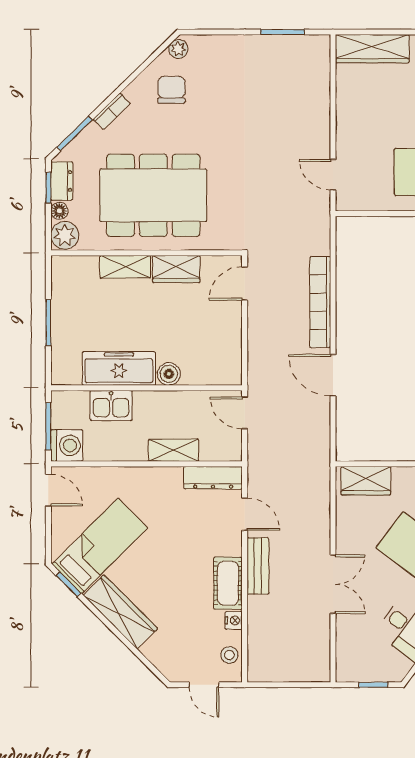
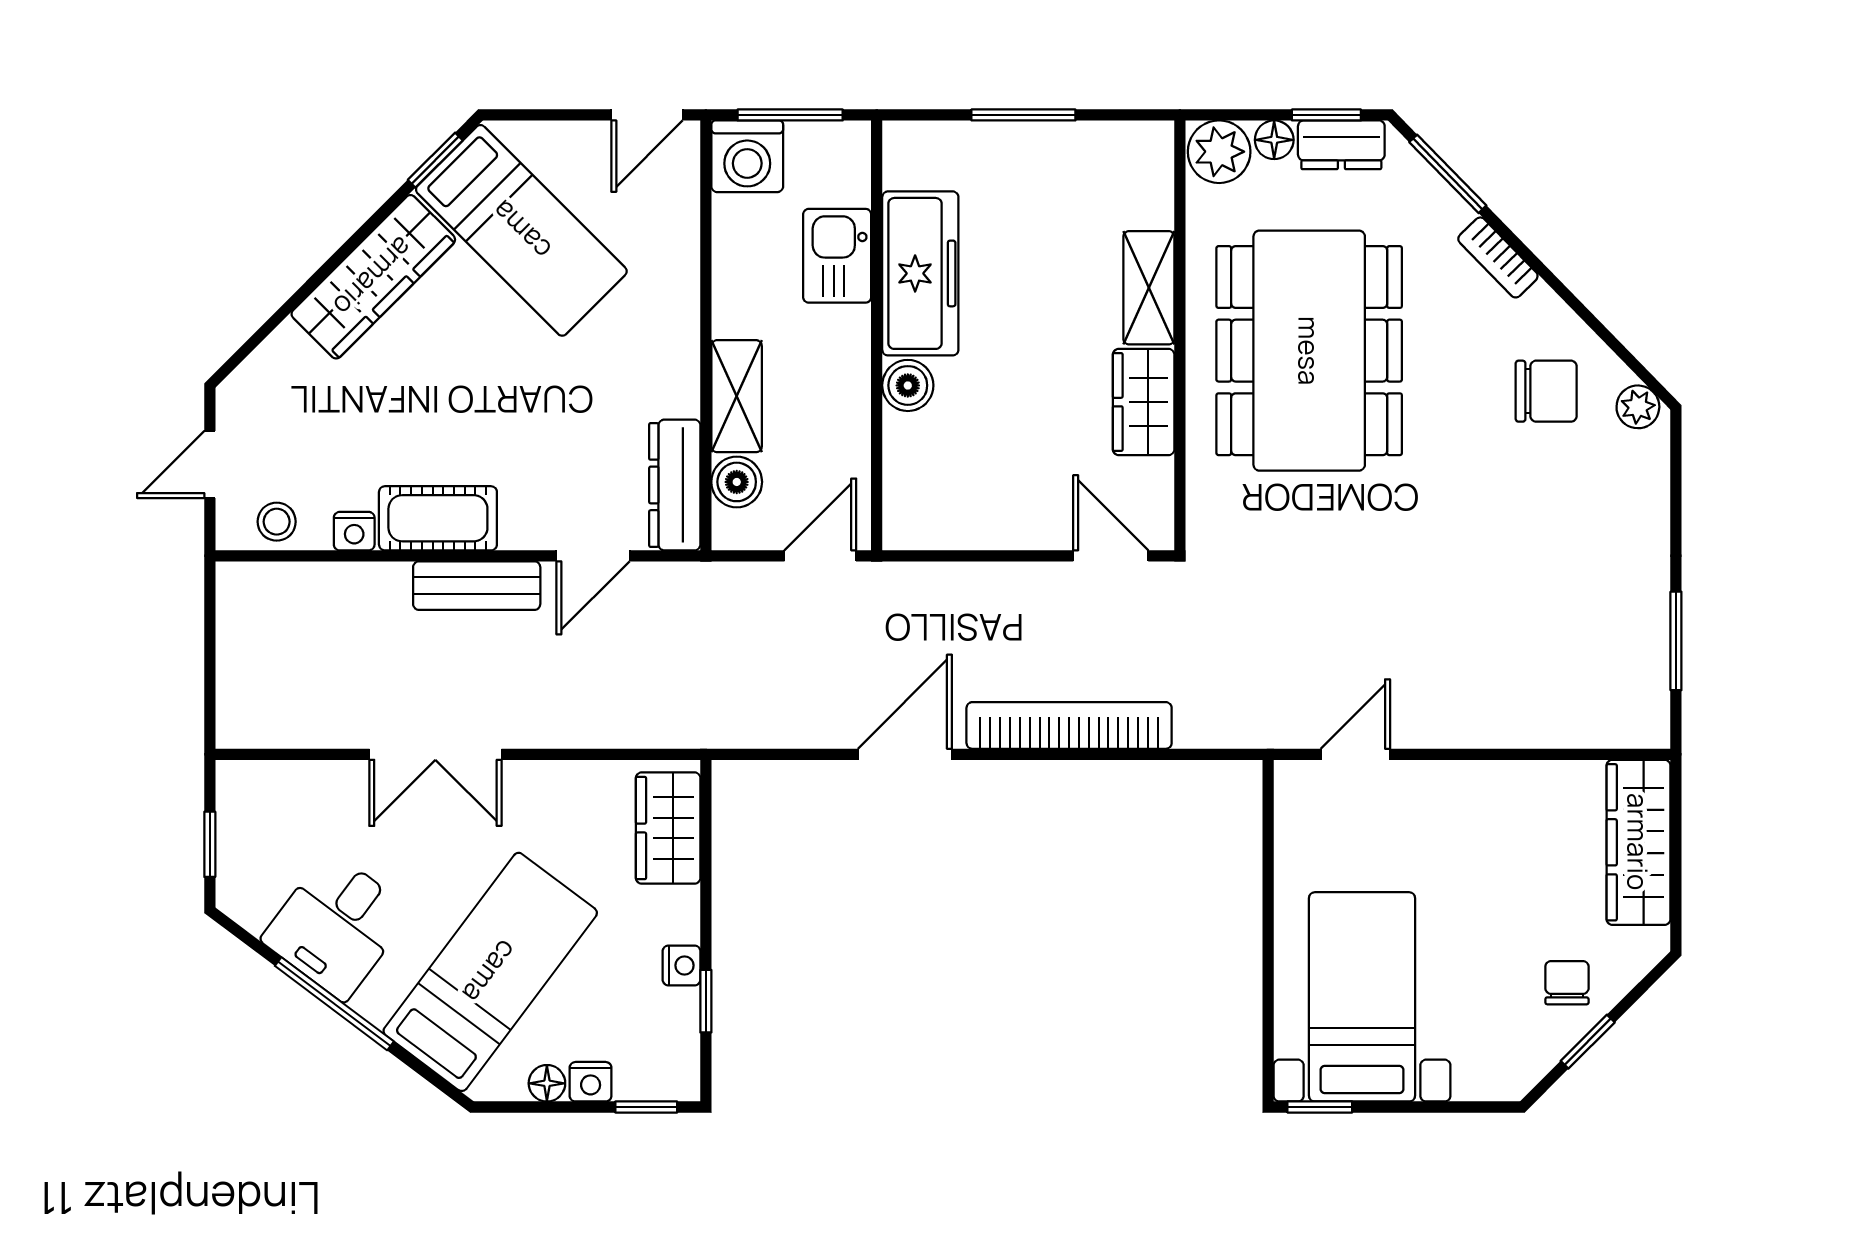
boiler: (212, 450) -> (737, 482), added

